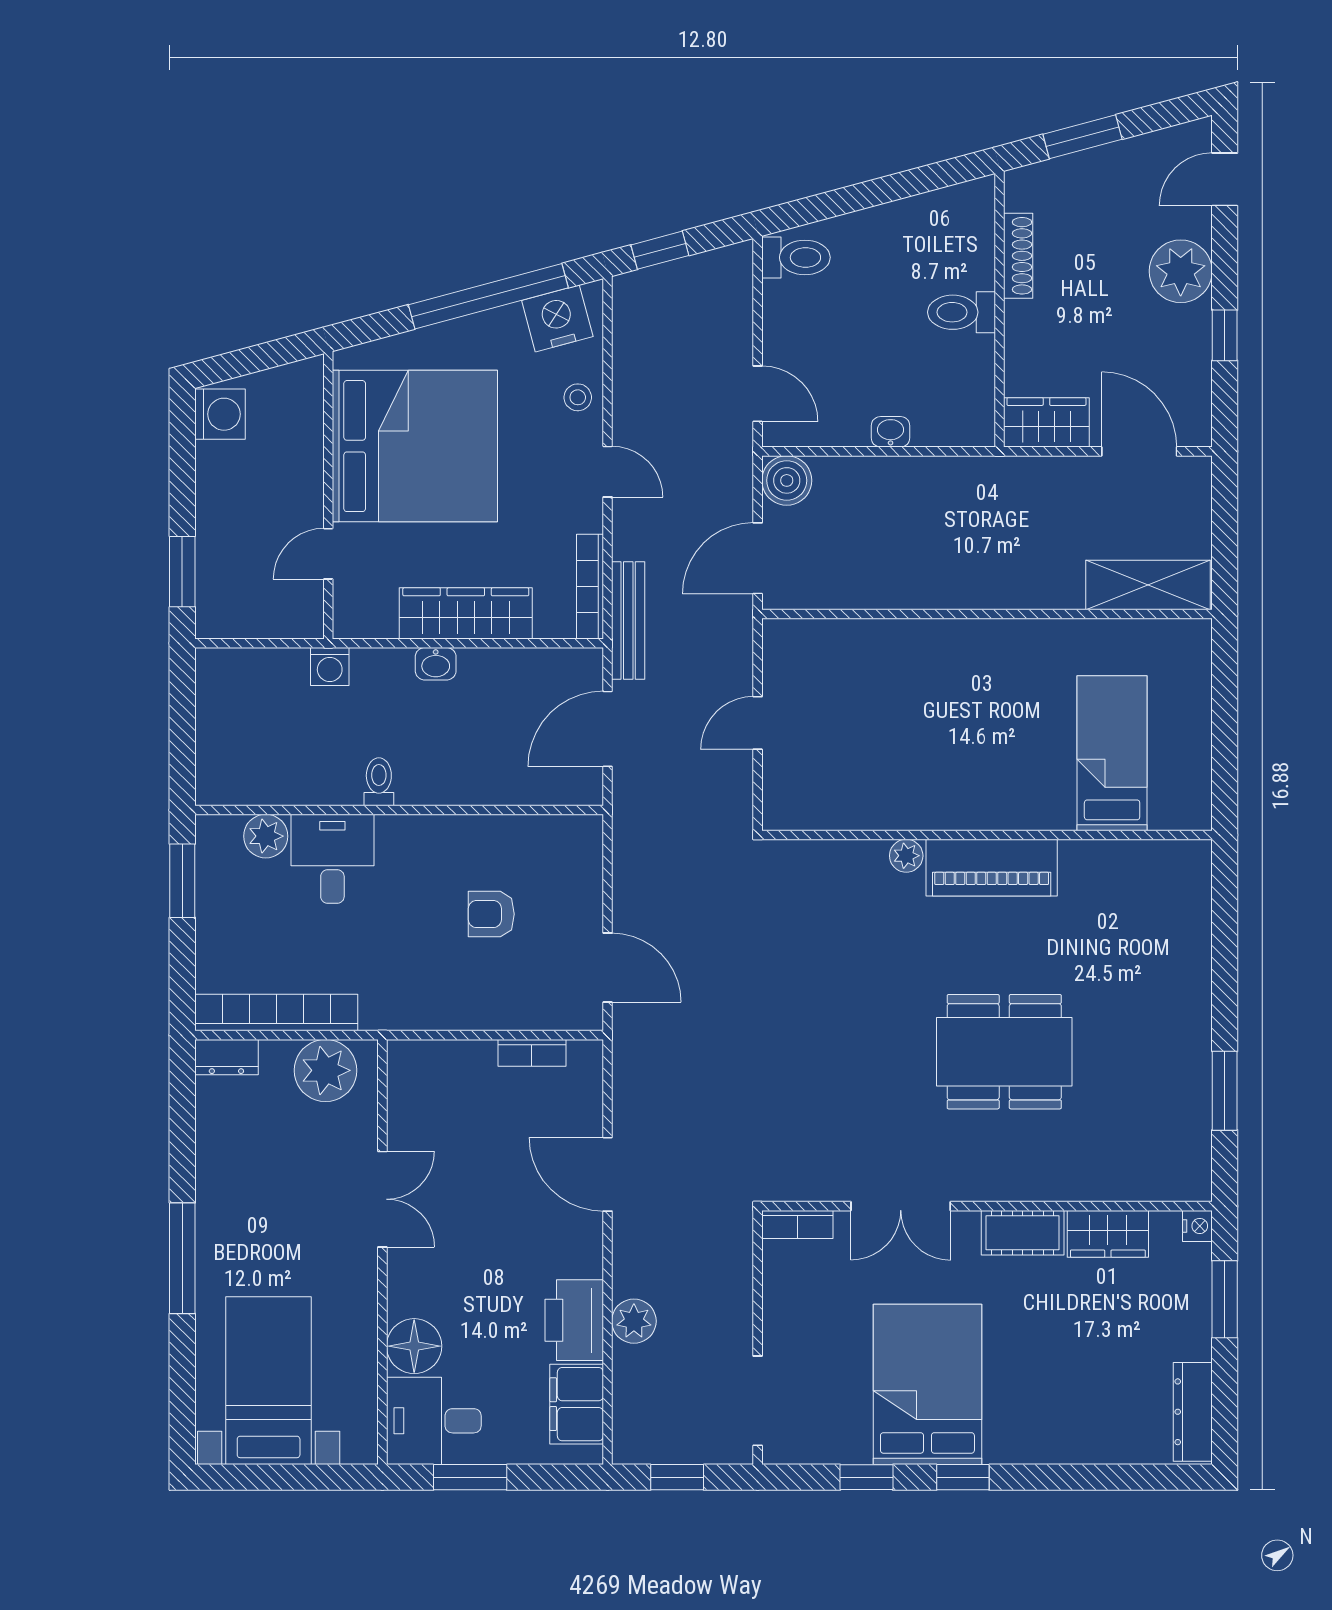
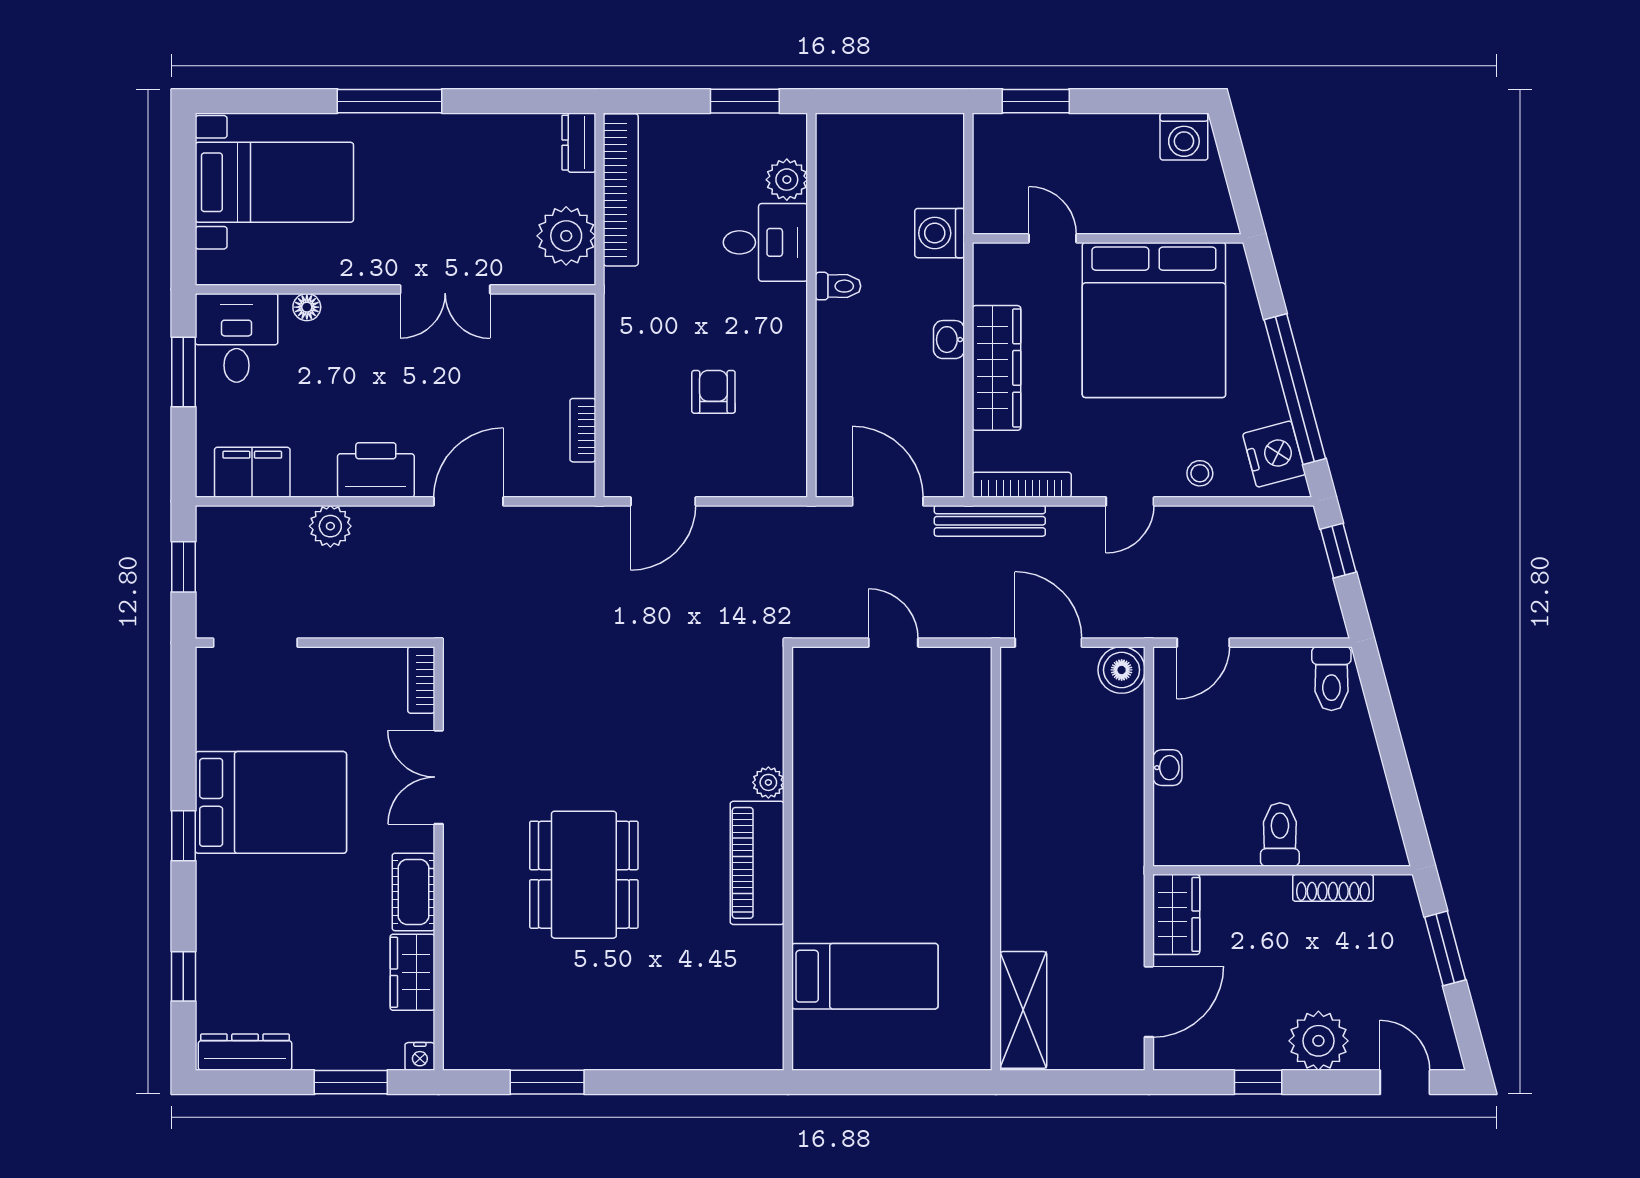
washing machine: (330, 666) -> (940, 233), width x1.38, depth x1.38
printer: (574, 1320) -> (376, 470), moved
floor lamp: (414, 1346) -> (307, 307), width x0.53, depth x0.53
window: (866, 1477) -> (183, 976), moved

